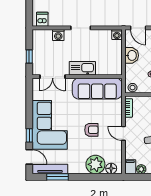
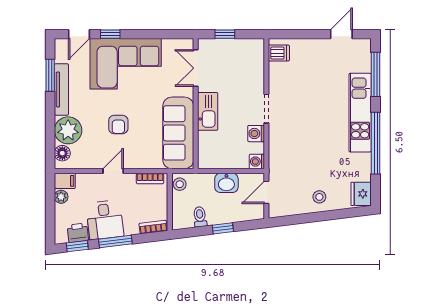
washing machine: (58, 35) -> (256, 134), moved
tv unit: (50, 169) -> (61, 89), moved

